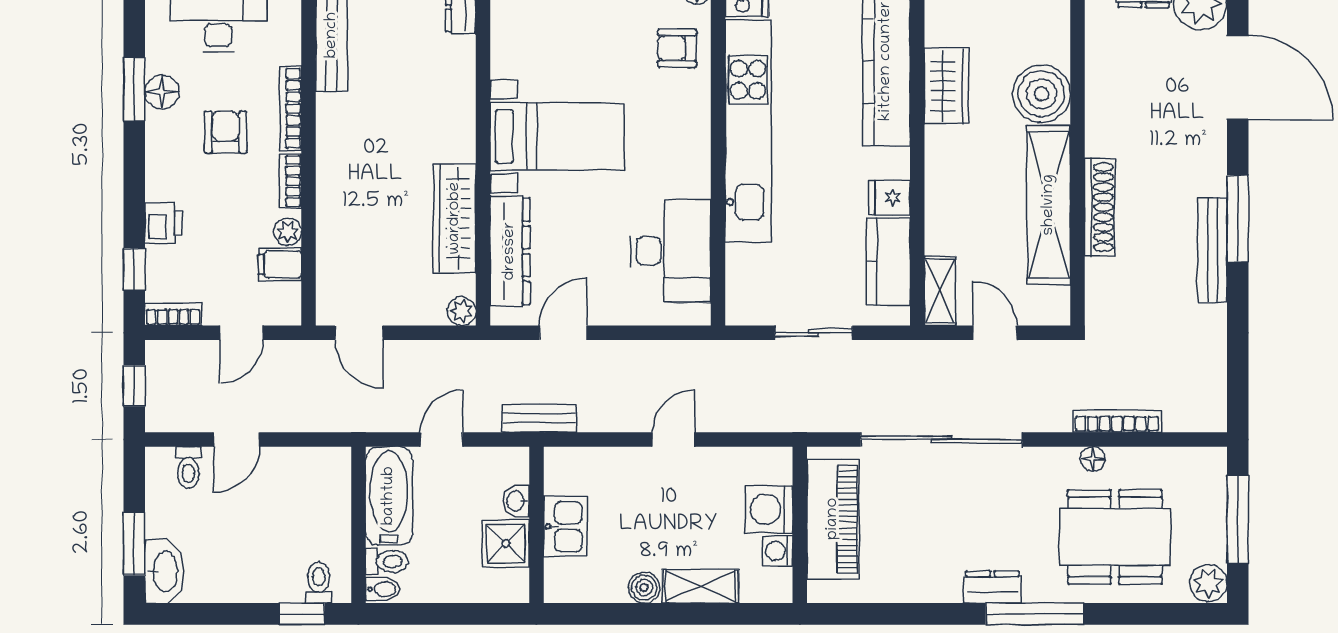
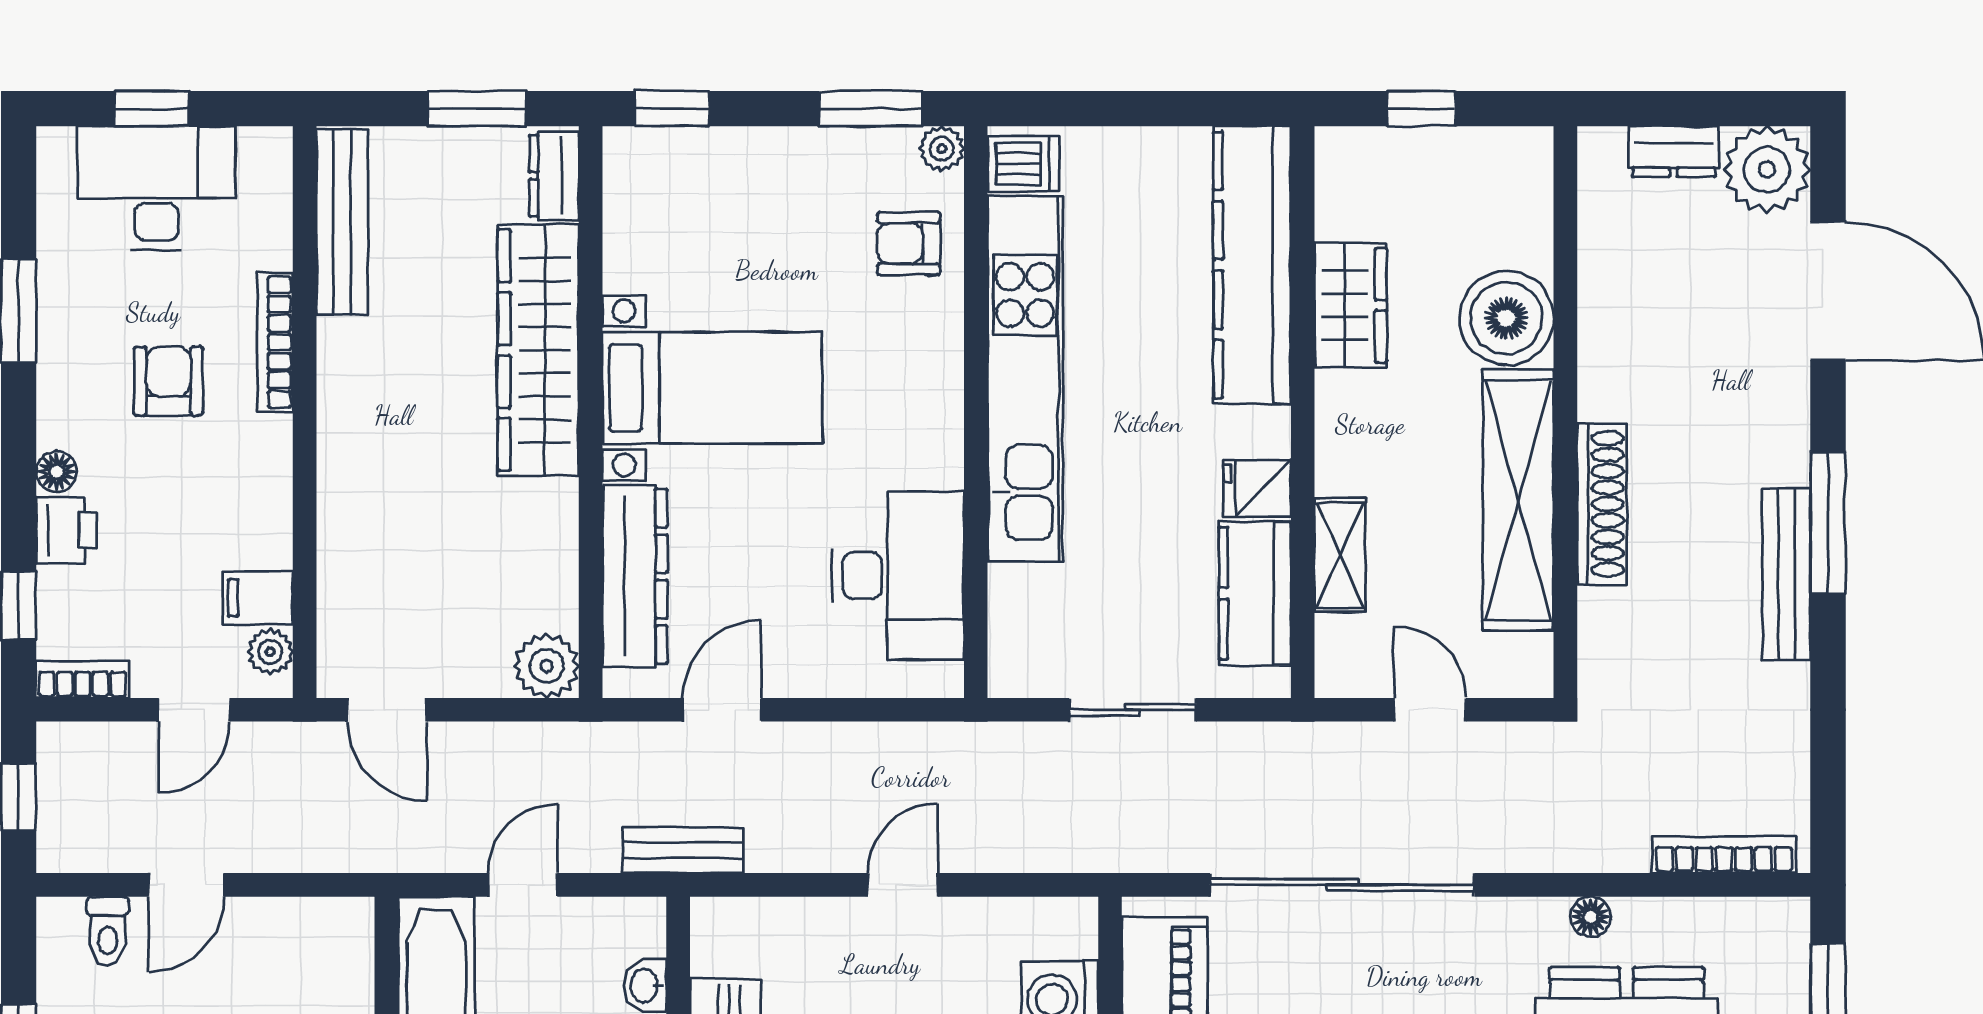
floor lamp: (162, 92) -> (57, 472), moved, width x0.73, depth x0.73
bookcase: (291, 181) -> (275, 461), removed
wardrobe: (455, 218) -> (538, 350), moved, width x1.40, depth x1.17
plant: (288, 232) -> (270, 652), moved
shelving: (940, 291) -> (1340, 555), moved
plant: (462, 311) -> (547, 666), width x1.38, depth x1.38
bookcase: (1117, 421) -> (1724, 855), moved

